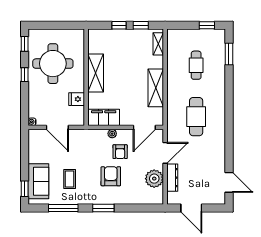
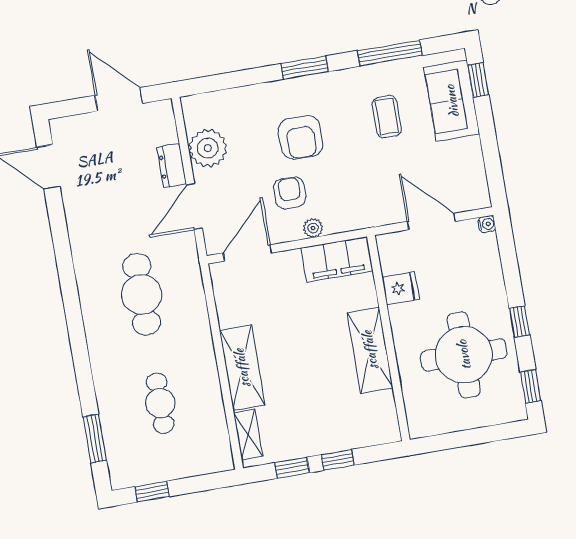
shelving: (156, 88) -> (242, 368), moved
dresser: (172, 178) -> (172, 166), width x0.70

